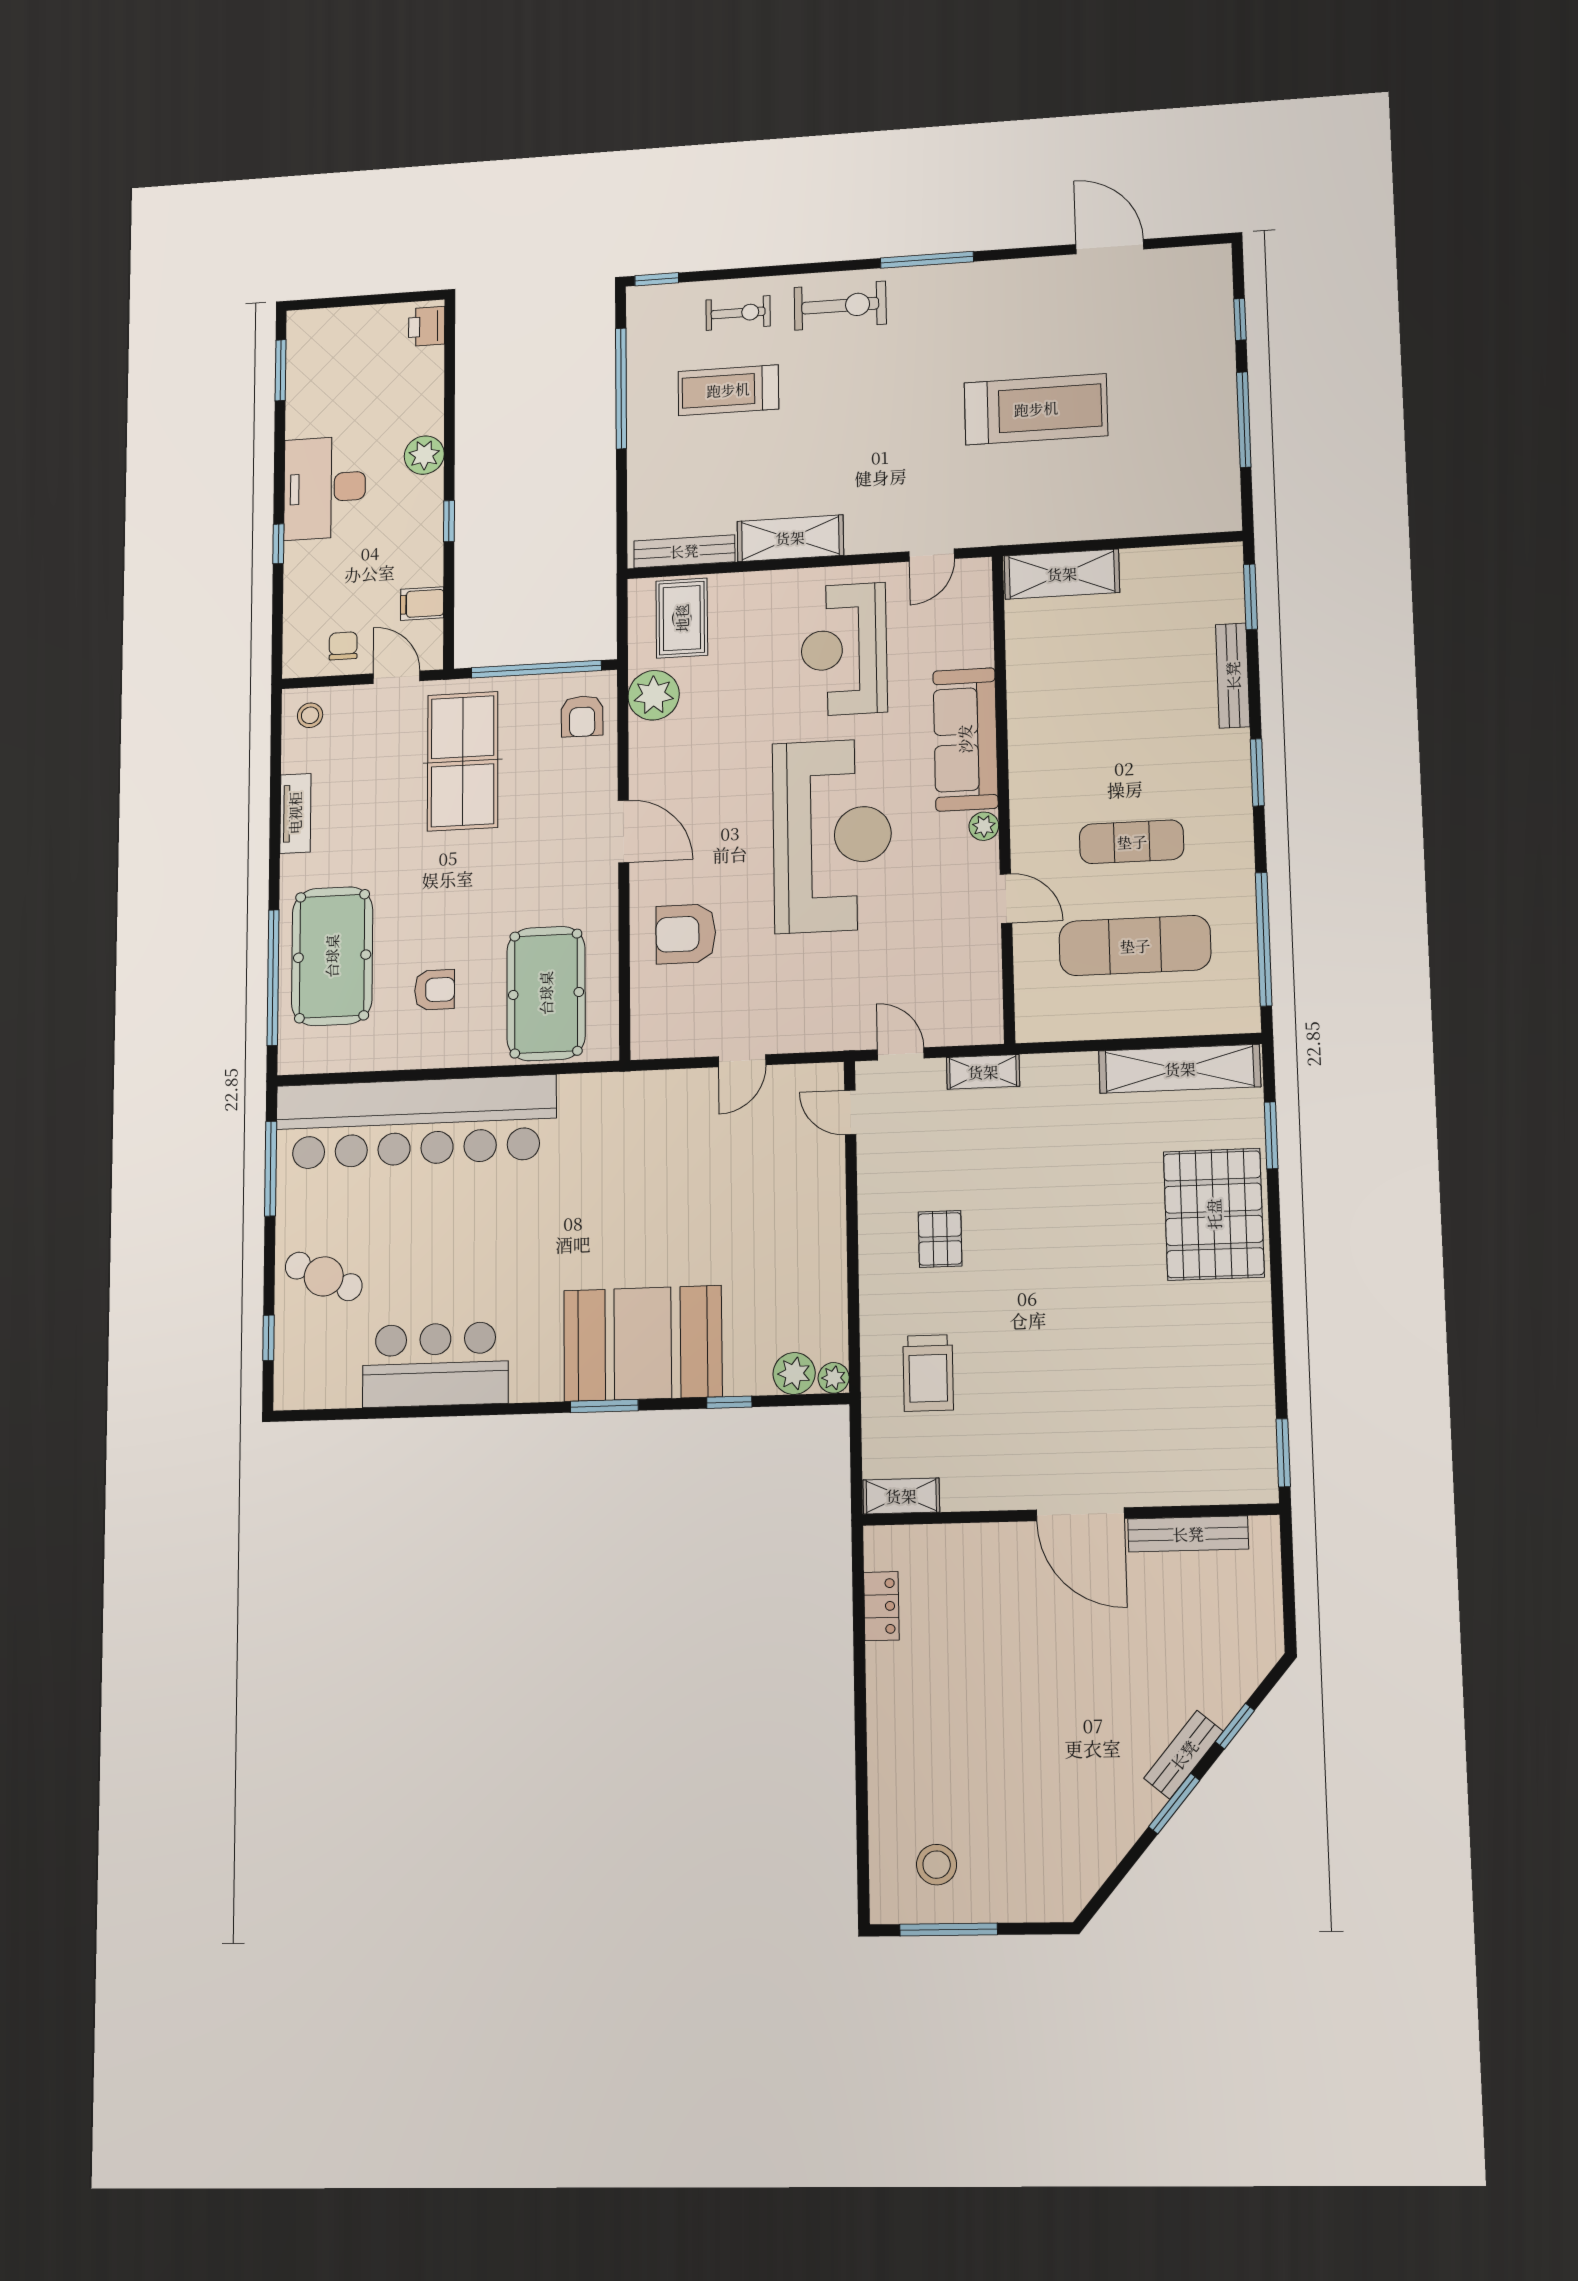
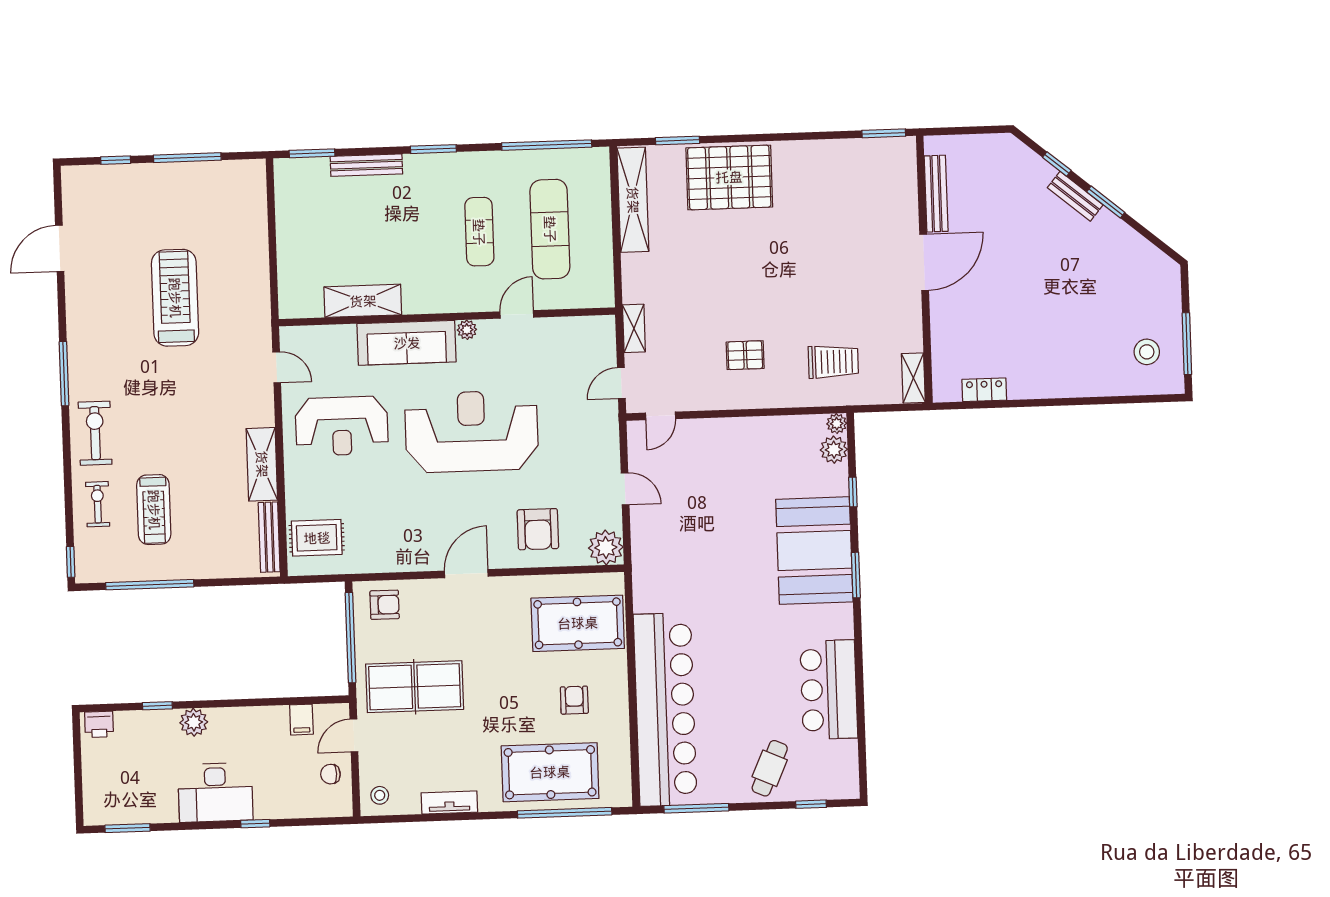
window: (449, 521) -> (157, 706), moved
shelving: (1062, 574) -> (363, 301), moved, turned 90
plant: (654, 695) -> (606, 548), moved

